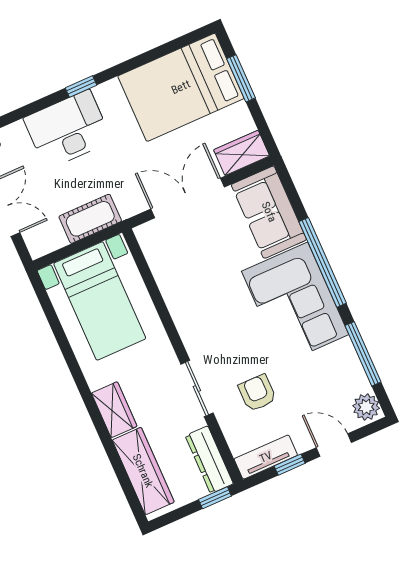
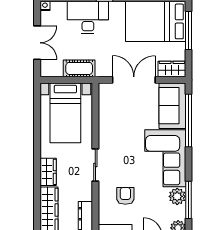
window: (241, 78) -> (189, 31), width x1.44
window: (323, 262) -> (189, 121), moved
plant: (342, 356) -> (177, 196), added
sliding door: (197, 389) -> (95, 165), moved

